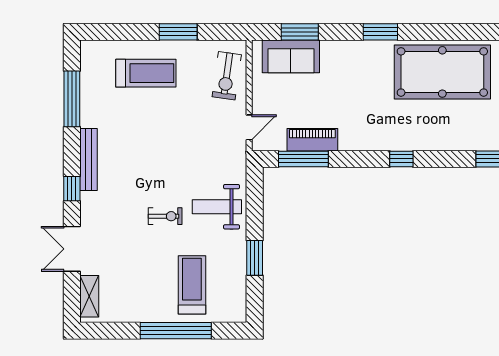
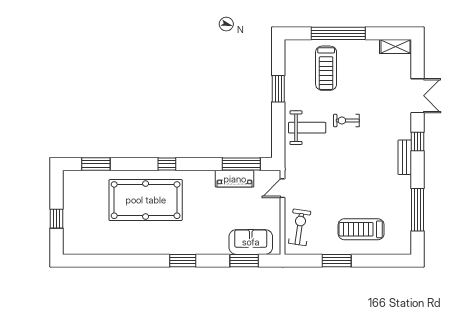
pool table: (442, 72) -> (146, 200), moved
bench: (88, 160) -> (405, 157), width x0.73
shelving: (89, 296) -> (396, 47), moved, turned 90

